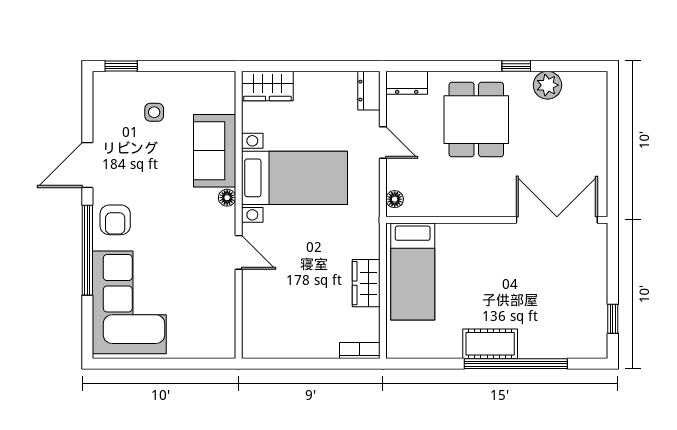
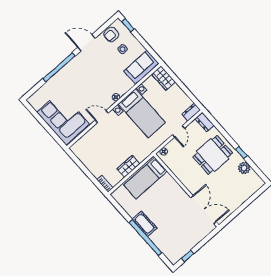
sofa: (215, 151) -> (141, 67), moved
armchair: (115, 220) -> (111, 34), moved
door: (239, 252) -> (102, 117), swing flipped
corner sofa: (129, 302) -> (63, 118), moved, turned -90

